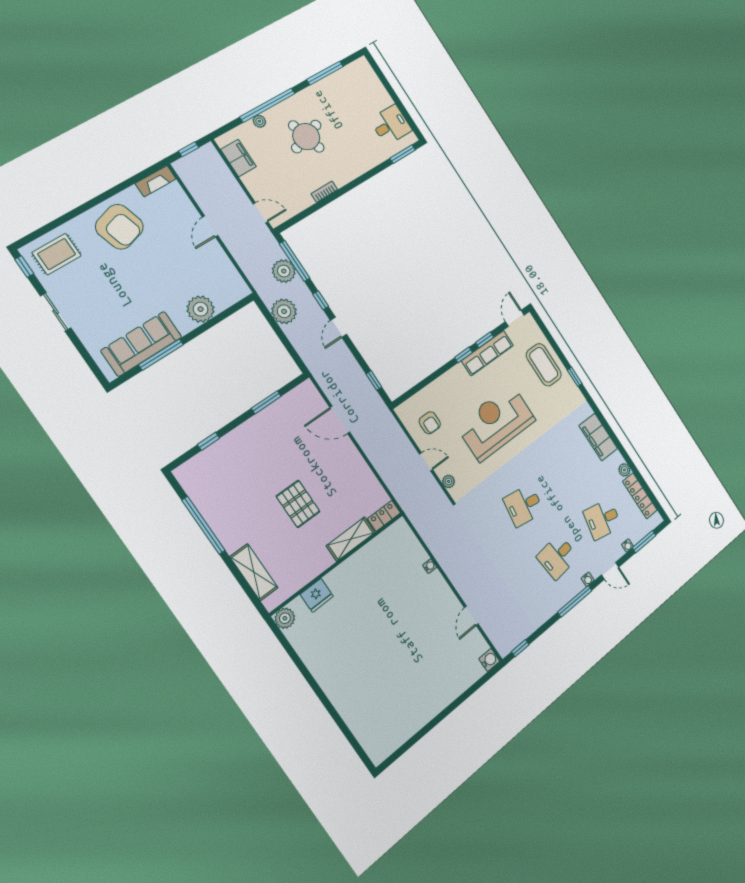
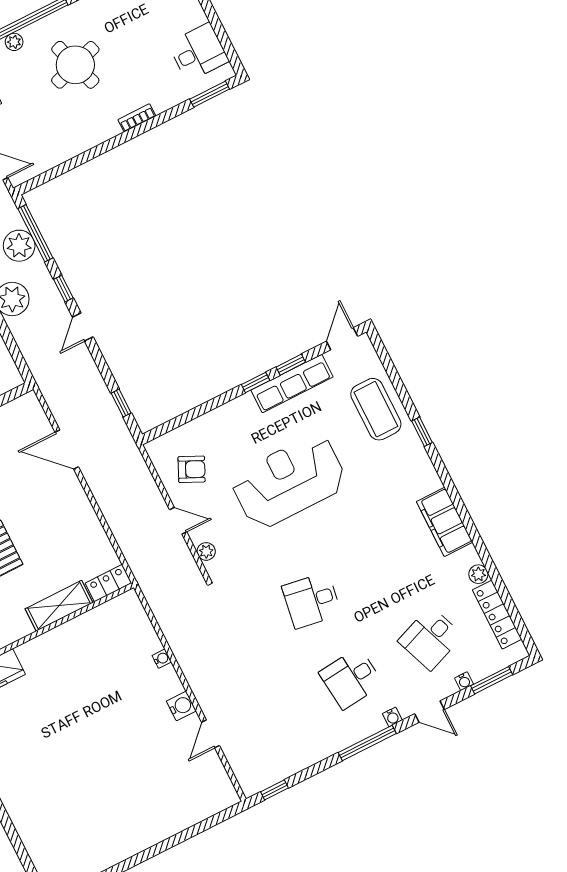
bookcase: (324, 192) -> (137, 118), moved
armchair: (430, 423) -> (192, 469), turned -65
desk: (602, 519) -> (430, 638), turned -33
water cooler: (489, 660) -> (181, 706), moved

